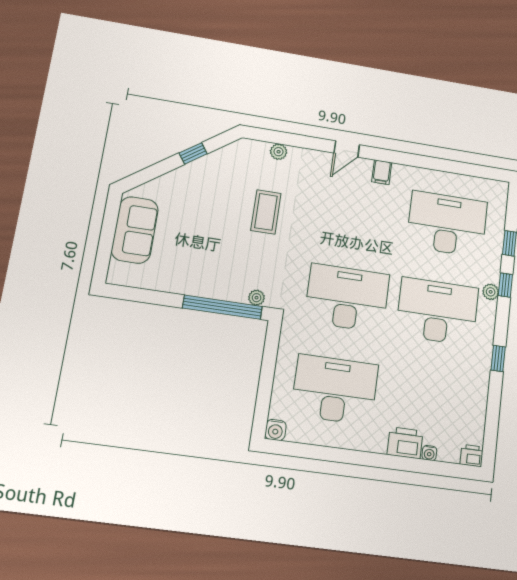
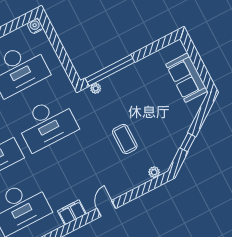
plant: (279, 152) -> (154, 172), moved
filing cabinet: (382, 172) -> (72, 212), width x2.00

